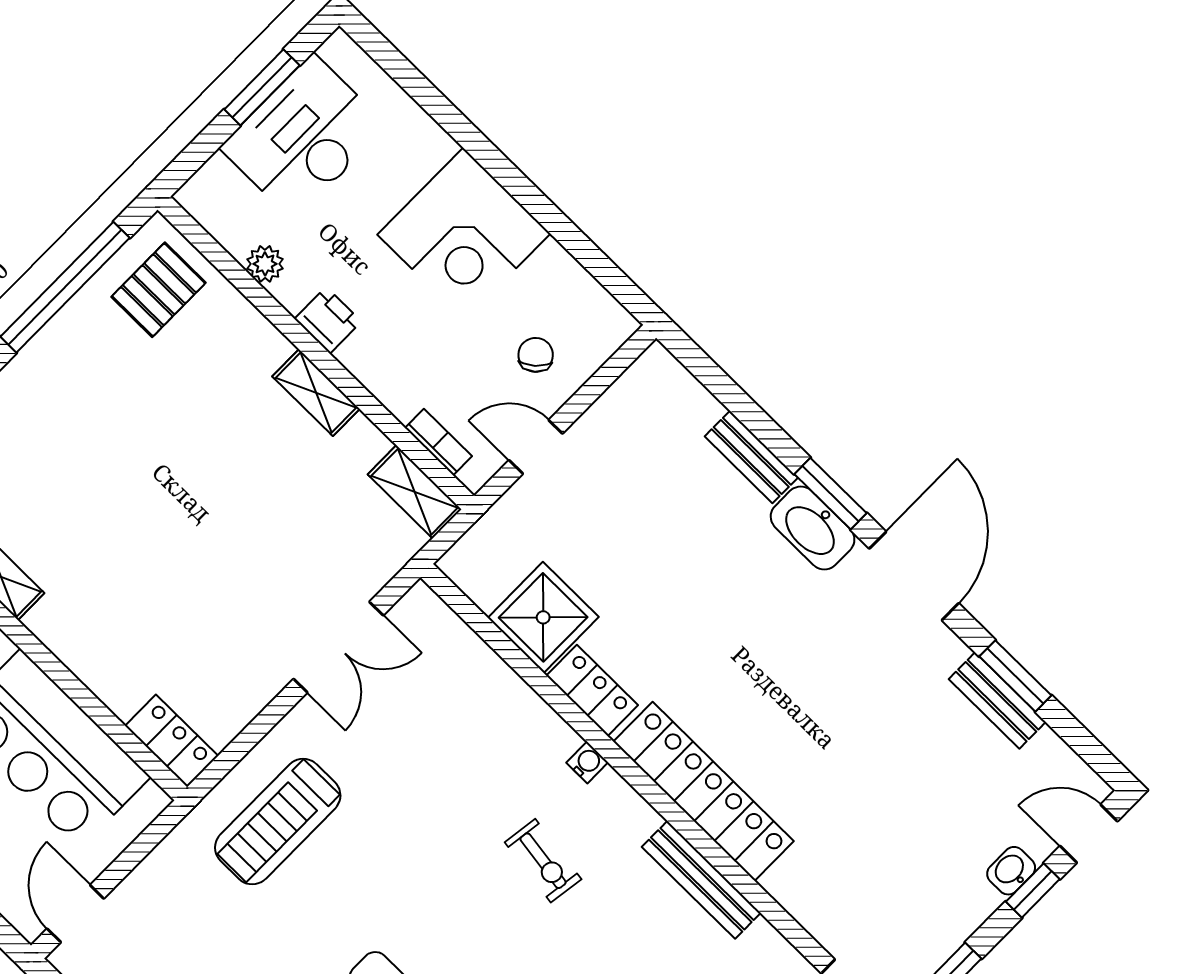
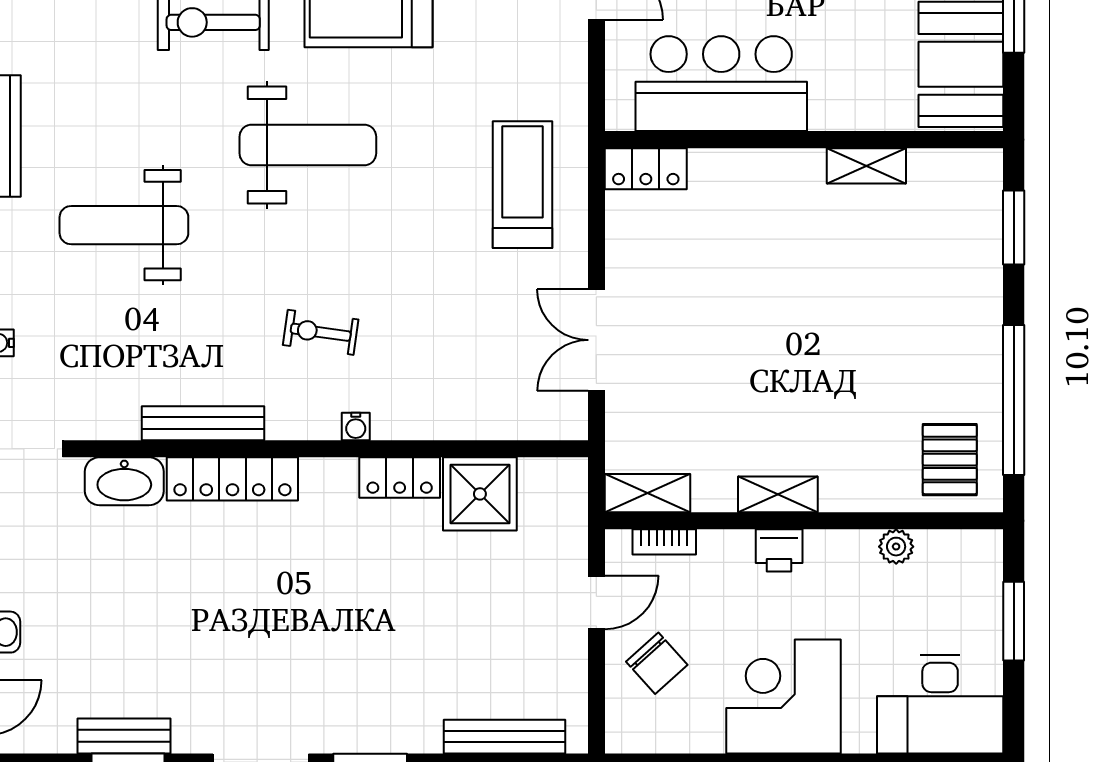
window: (262, 87) -> (1014, 621), moved
desk: (304, 137) -> (940, 704), moved, turned 90
printer: (328, 320) -> (779, 550), moved
chair: (536, 355) -> (657, 663), width x1.37, depth x1.37
bench: (751, 457) -> (505, 737), moved, width x1.36
washbasin: (813, 528) -> (124, 481), moved, turned 180
locker: (704, 791) -> (232, 479), width x0.71, depth x0.83

